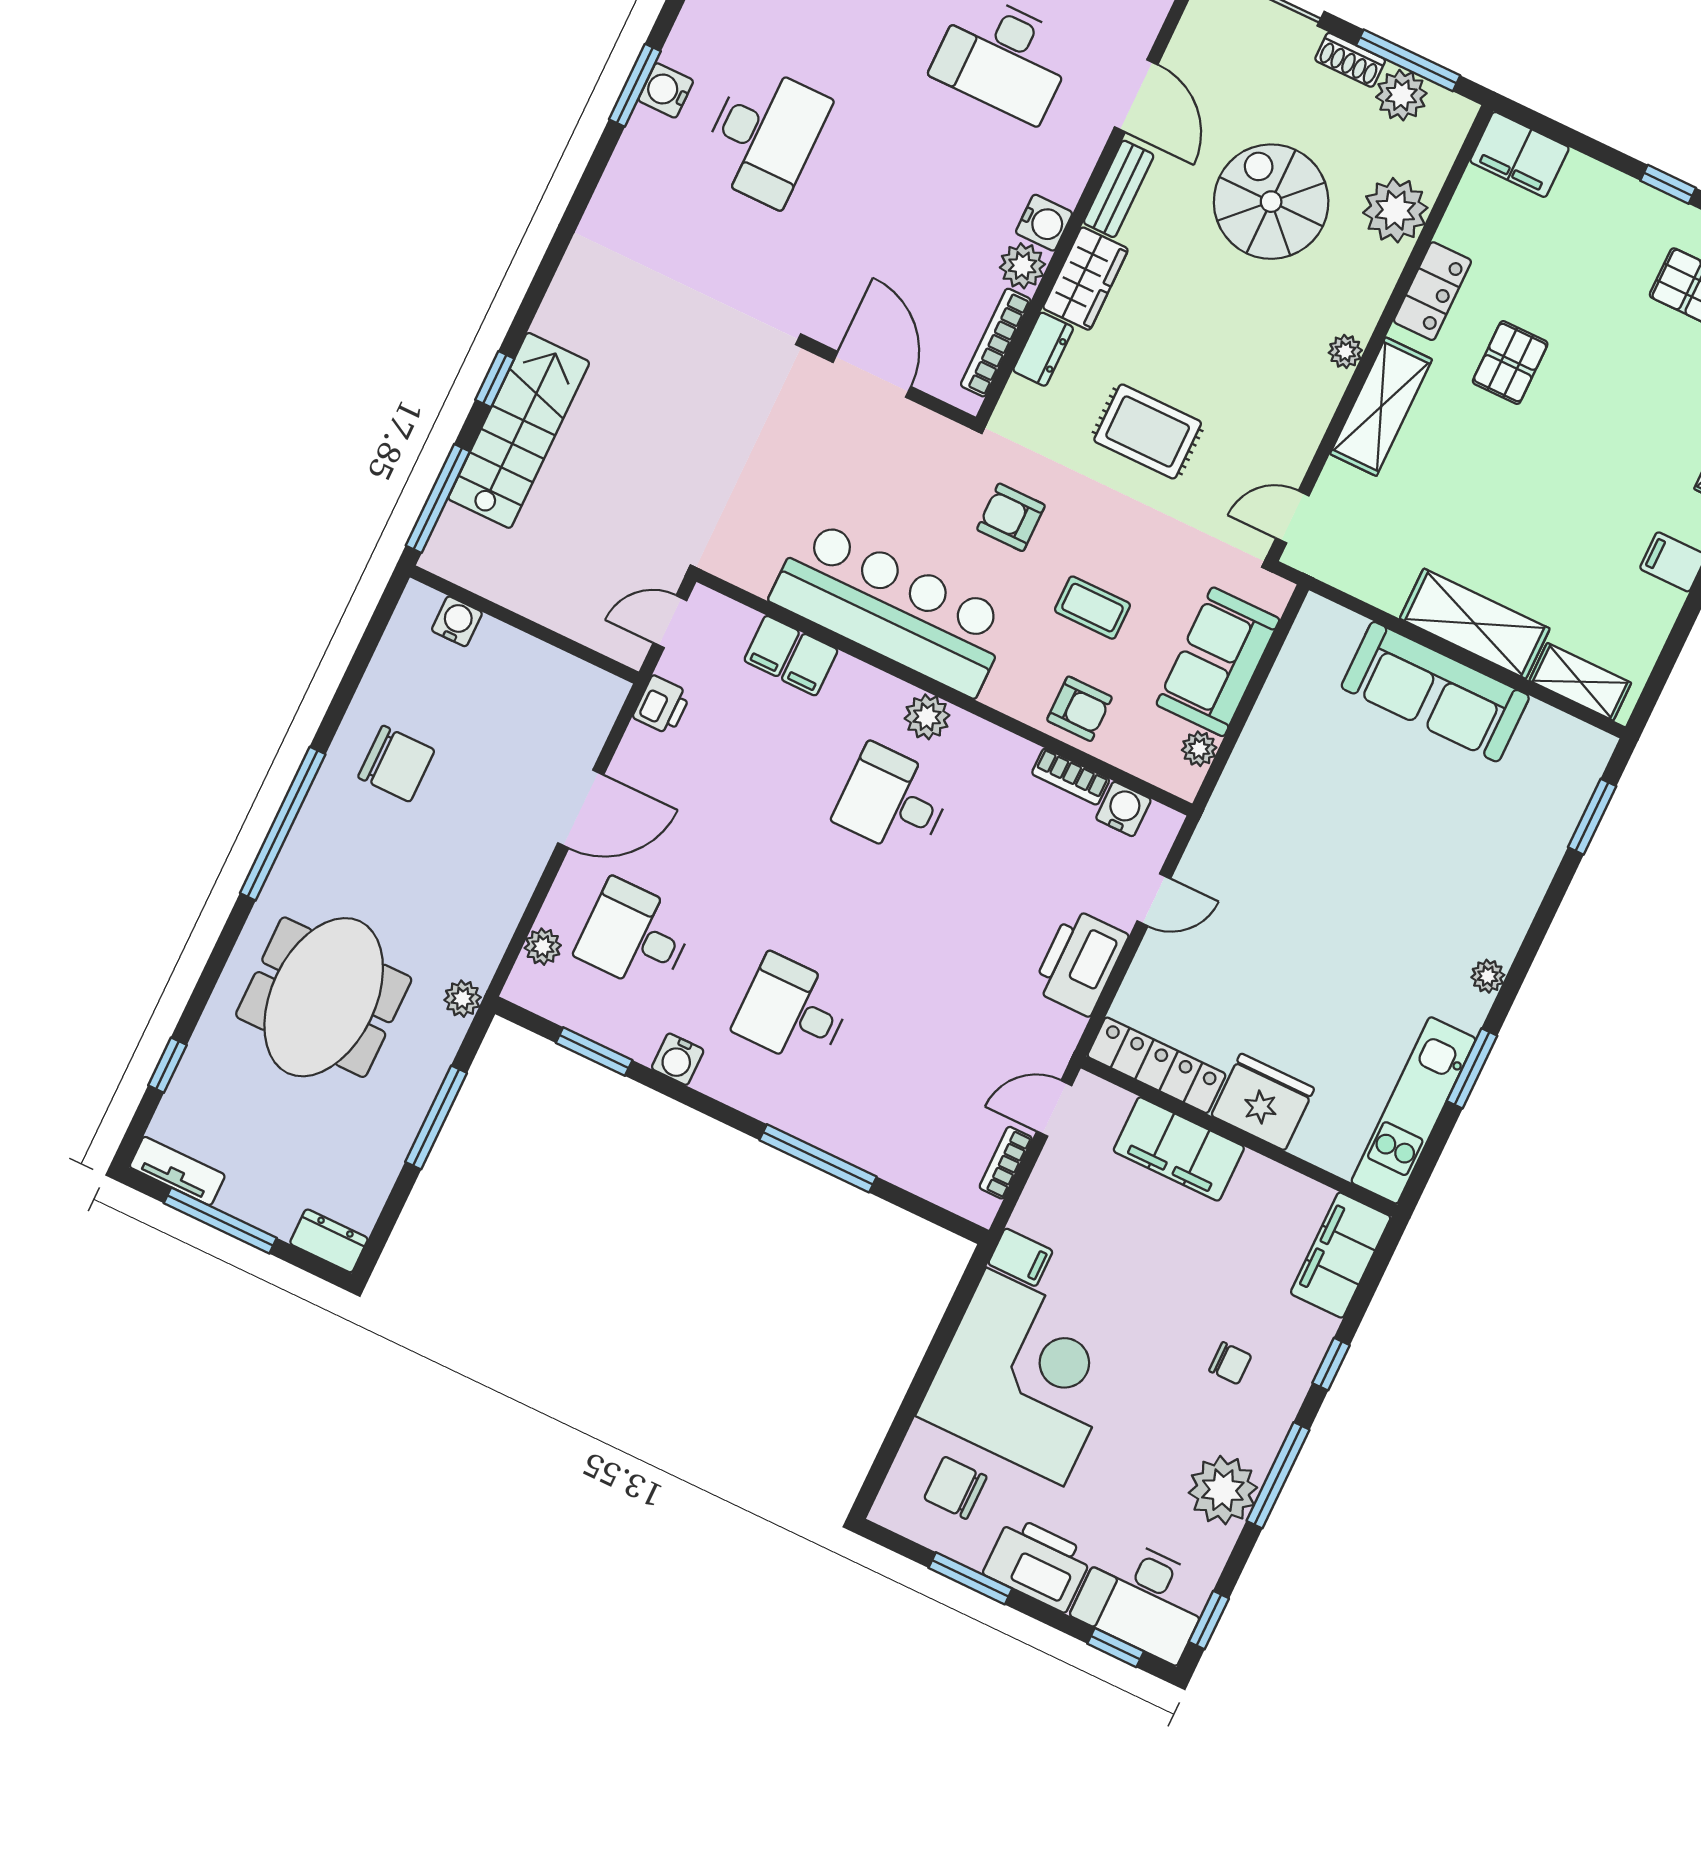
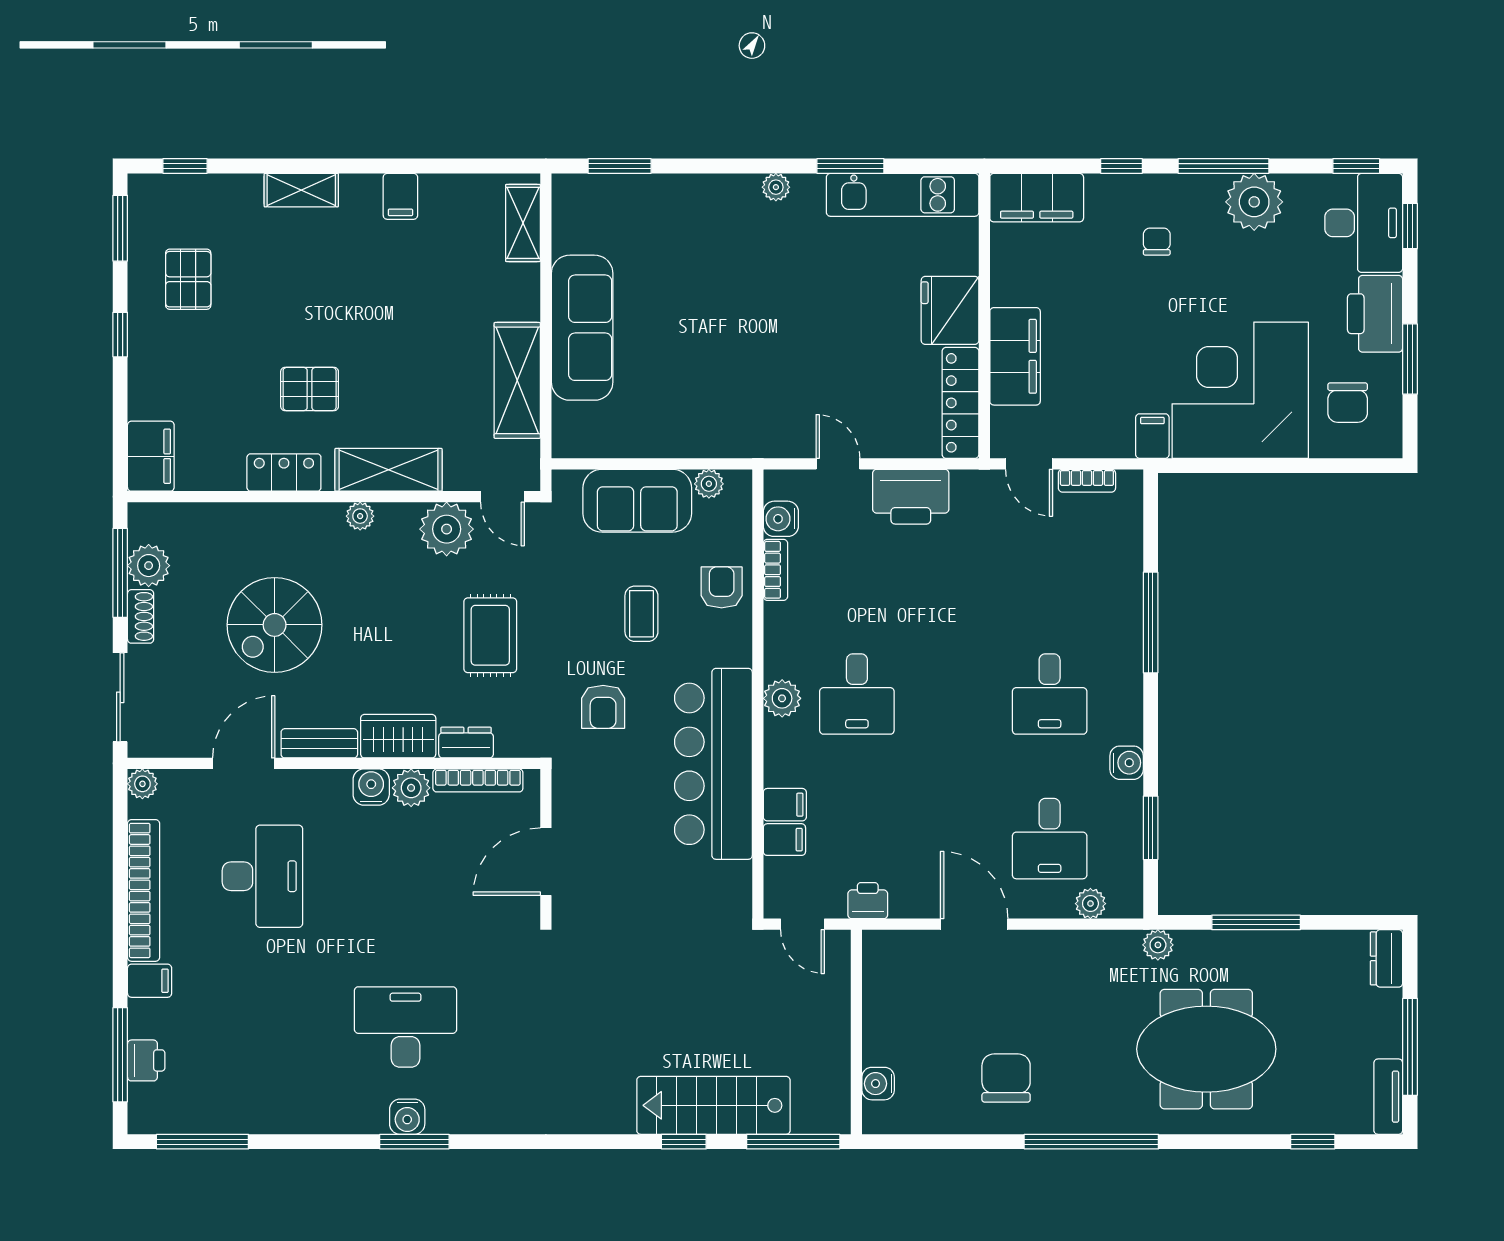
plant: (1395, 210) -> (447, 529), moved
shelving: (1475, 624) -> (517, 380), moved

